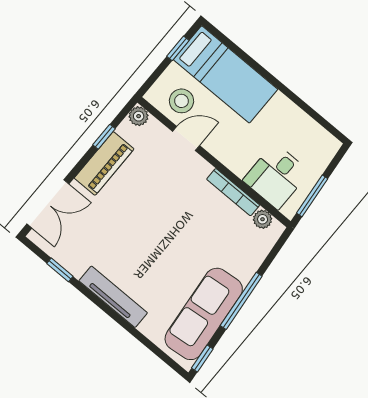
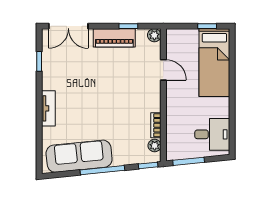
stool: (182, 101) -> (181, 51), removed
desk: (276, 176) -> (212, 134), moved, turned 180
bookcase: (233, 192) -> (156, 125), width x0.64
tv unit: (113, 297) -> (48, 108), width x0.71
window: (202, 358) -> (148, 165), moved

